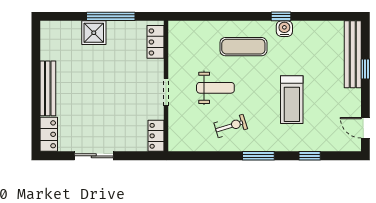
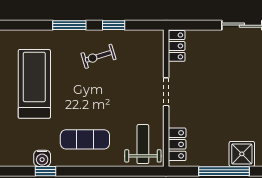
weight bench: (215, 88) -> (143, 144), moved, turned 90
treadmill: (292, 100) -> (34, 84), width x1.37, depth x1.38
window: (310, 156) -> (114, 25), moved

